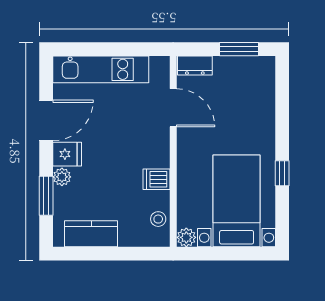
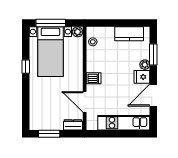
dishwasher: (156, 179) -> (94, 78), moved
window: (236, 254) -> (51, 23), added

